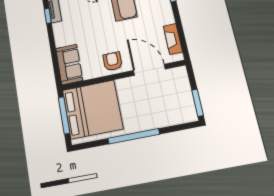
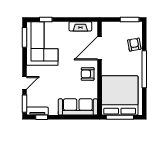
sofa: (69, 64) -> (78, 107), width x1.36
armchair: (164, 116) -> (134, 45), added

